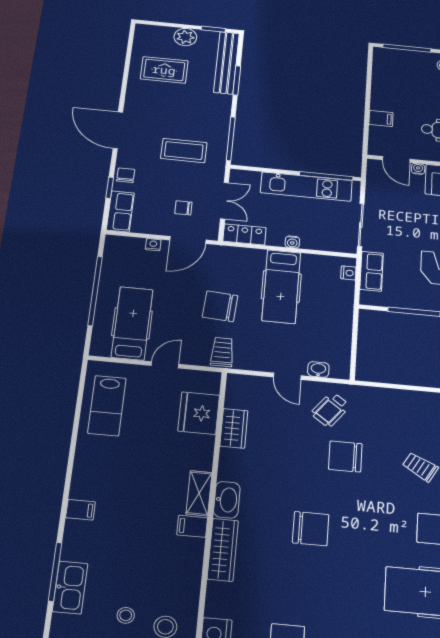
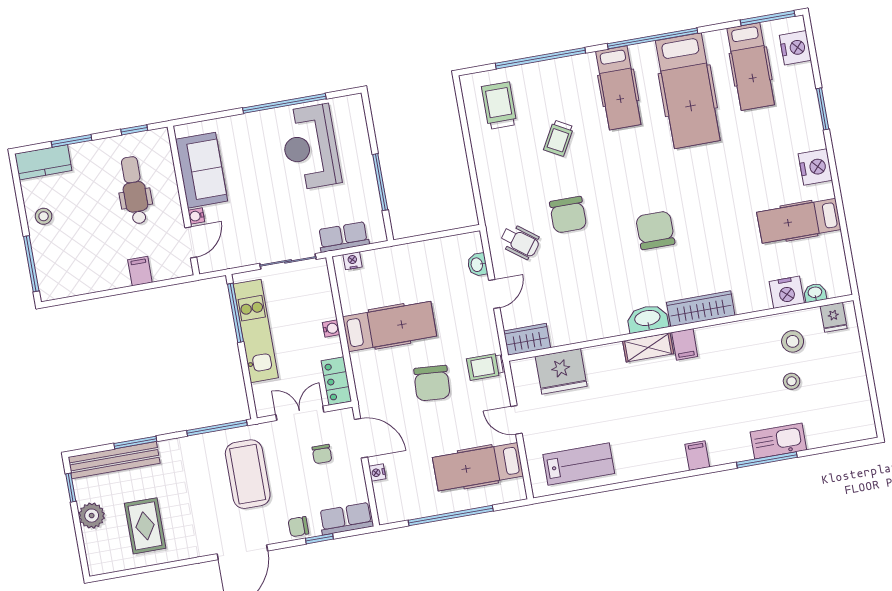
coffee table: (184, 151) -> (248, 474), width x1.36, depth x1.32
wardrobe: (234, 428) -> (527, 339), moved

